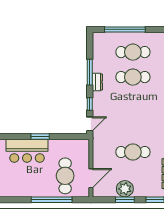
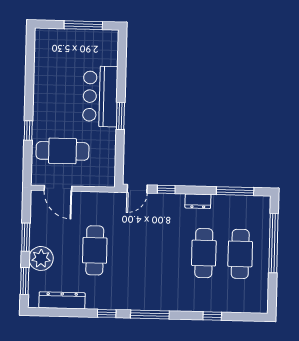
window: (90, 72) -> (235, 191), moved
door: (90, 124) -> (137, 189), hinge flipped
plant: (125, 189) -> (41, 258), moved
window: (52, 200) -> (28, 130), width x0.32

